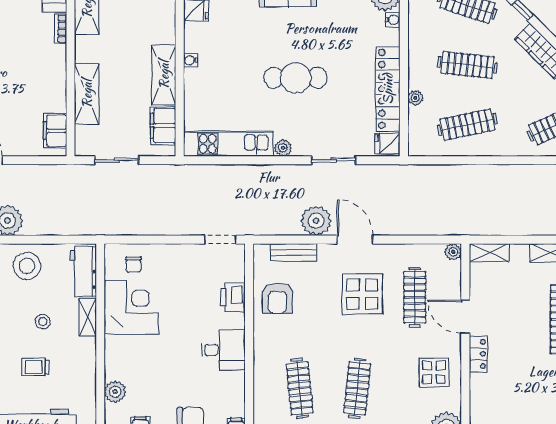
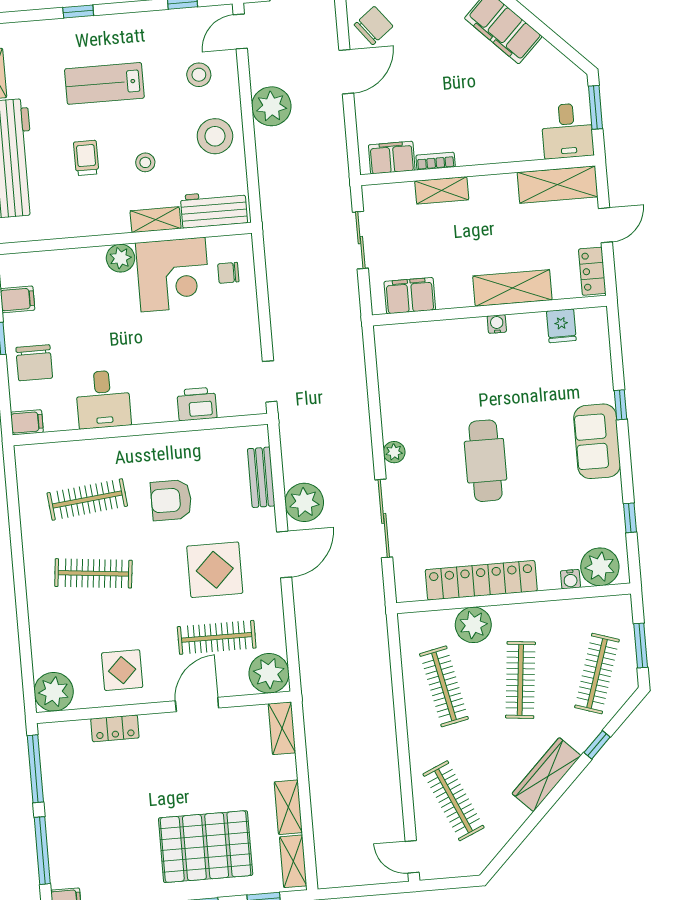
bookcase: (61, 29) -> (436, 161), moved
shelving: (164, 75) -> (512, 288), moved
shelving: (87, 94) -> (442, 190), width x0.67, depth x0.75
plant: (415, 98) -> (473, 625), width x1.87, depth x1.87
fridge: (387, 143) -> (411, 586), removed
kitchen unit: (228, 144) -> (394, 381), removed
sliding door: (334, 160) -> (384, 518), width x1.37
plant: (453, 252) -> (269, 673), width x1.87, depth x1.87
armchair: (277, 298) -> (171, 500), moved
desk: (223, 350) -> (103, 399), moved
locker: (478, 354) -> (115, 728), moved
plant: (115, 392) -> (120, 258), moved

